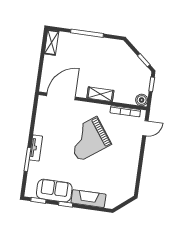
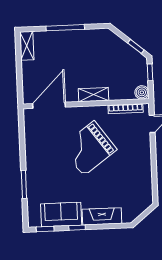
tv unit: (36, 148) -> (31, 170), removed

